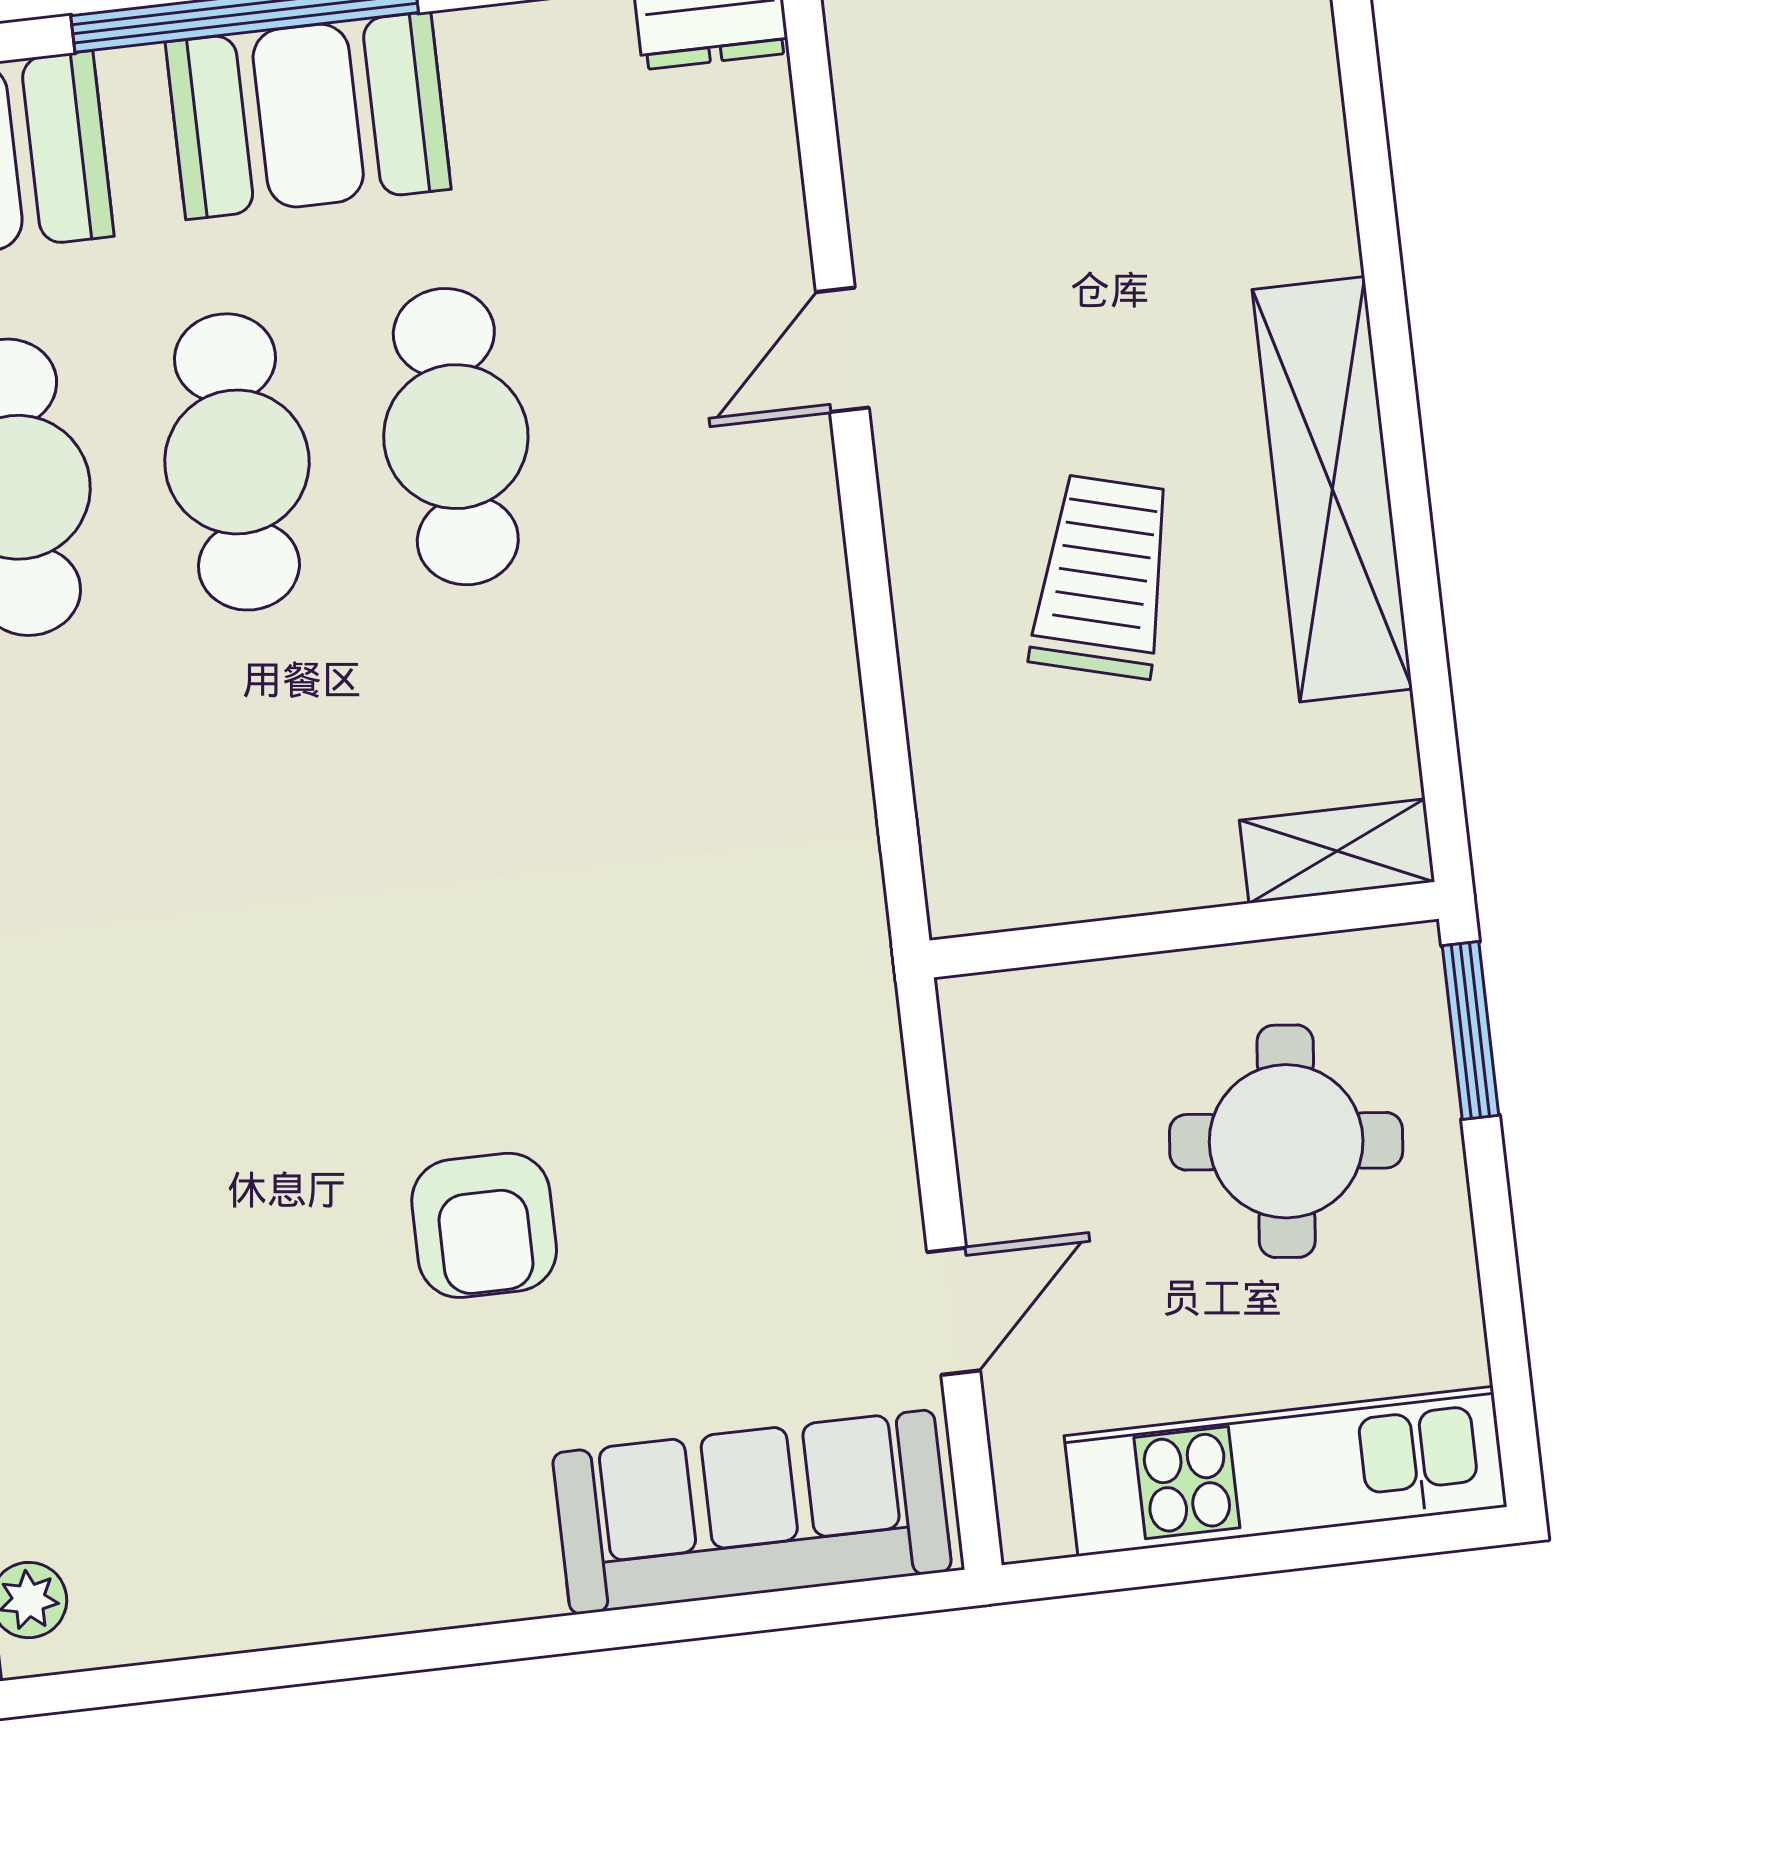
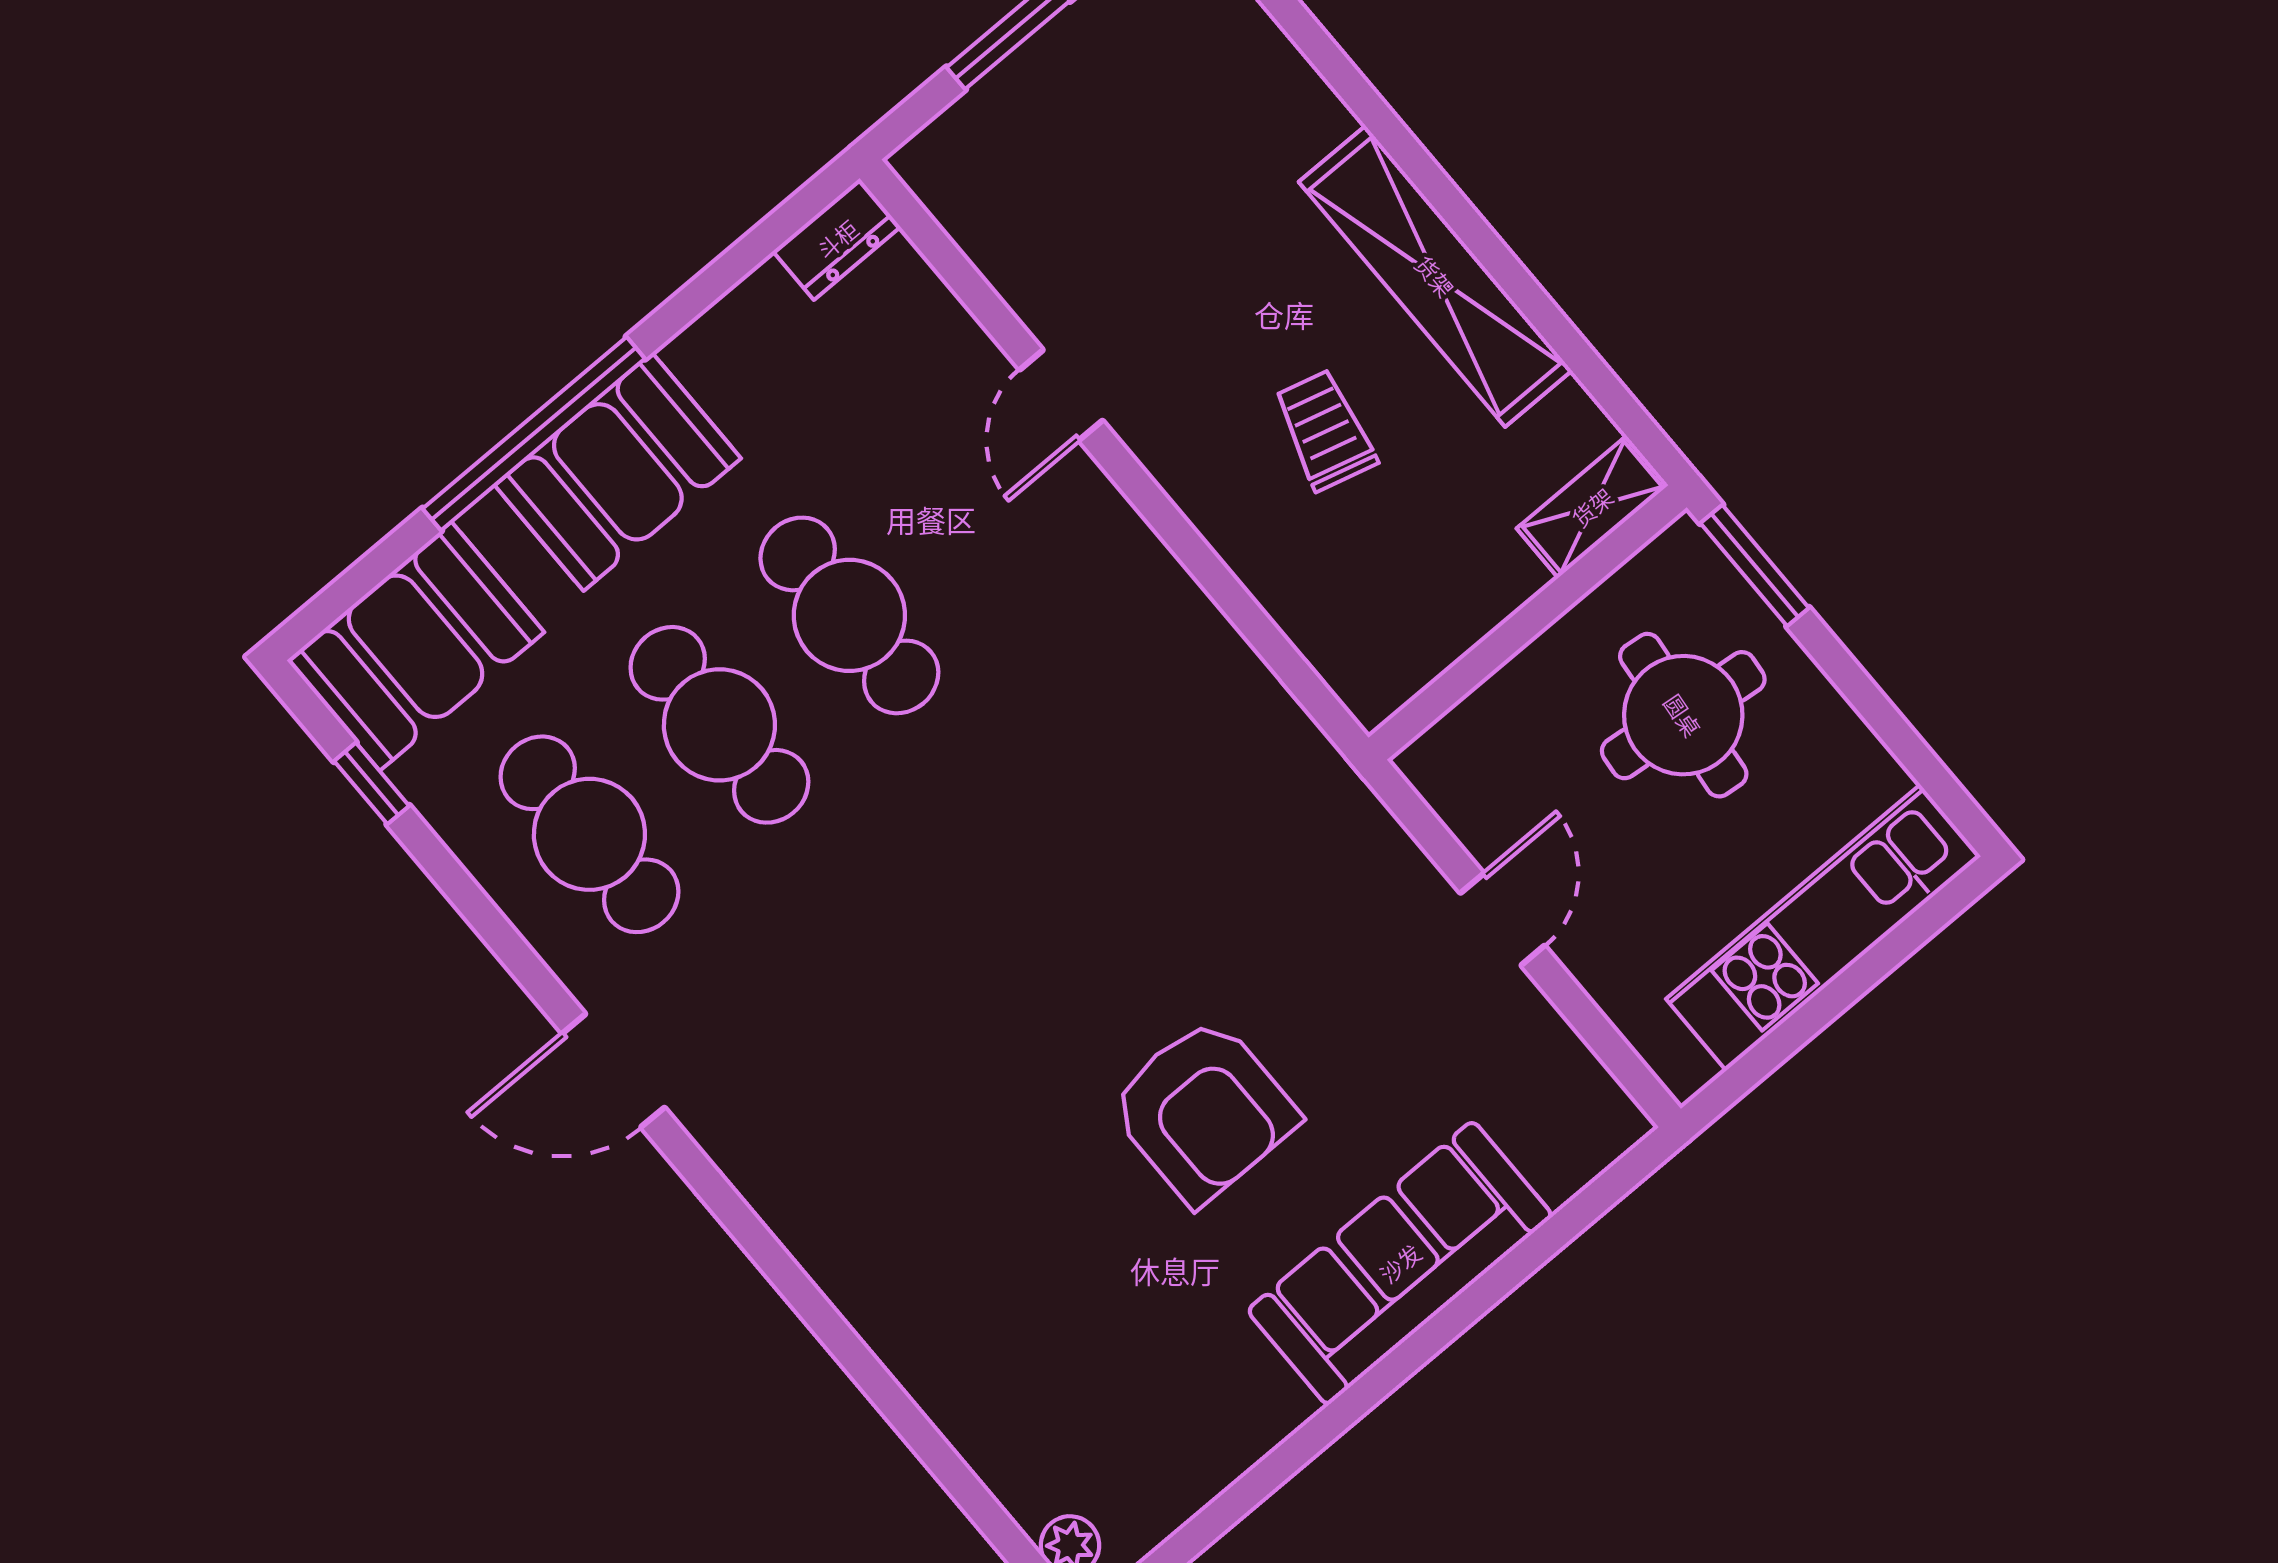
trolley: (1103, 577) -> (1325, 430), width x0.73, depth x0.72
armchair: (484, 1225) -> (1203, 1111), width x1.36, depth x1.36
door: (954, 1311) -> (1502, 919), moved
sofa: (752, 1512) -> (1400, 1263), moved

